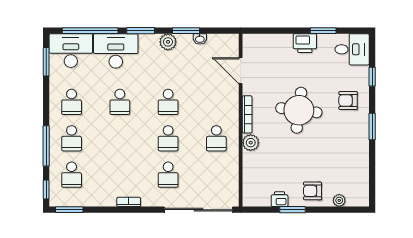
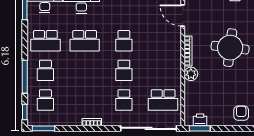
school desk: (72, 102) -> (45, 41), width x1.85
school desk: (120, 102) -> (85, 41), width x1.85
school desk: (216, 138) -> (163, 100), moved, width x1.85
armchair: (313, 191) -> (241, 113), turned 90
printer: (280, 199) -> (200, 120), moved
window: (292, 210) -> (200, 128), moved

